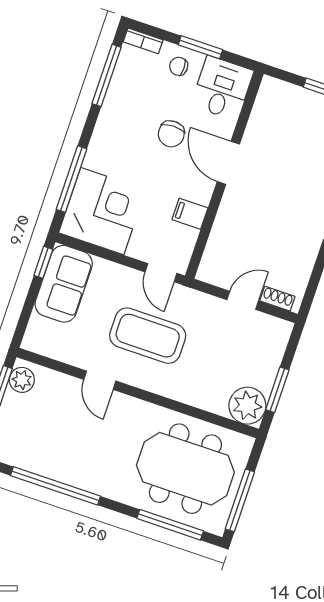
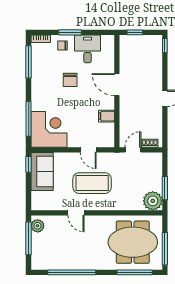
door: (228, 163) -> (117, 85), moved
wall: (224, 175) -> (117, 91), moved
filing cabinet: (190, 214) -> (106, 116), moved

